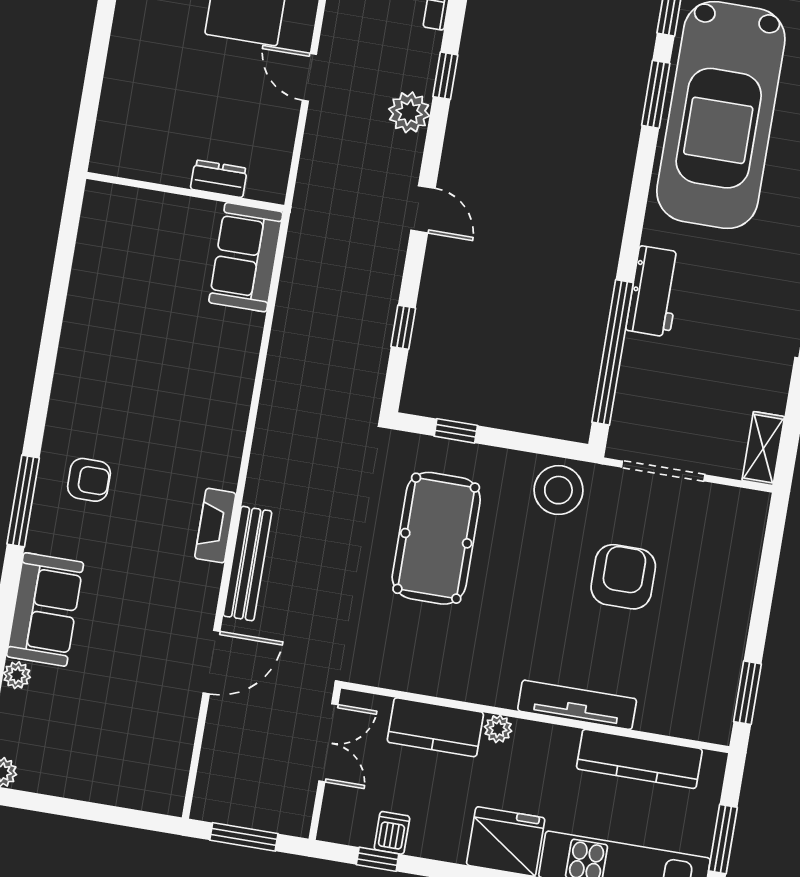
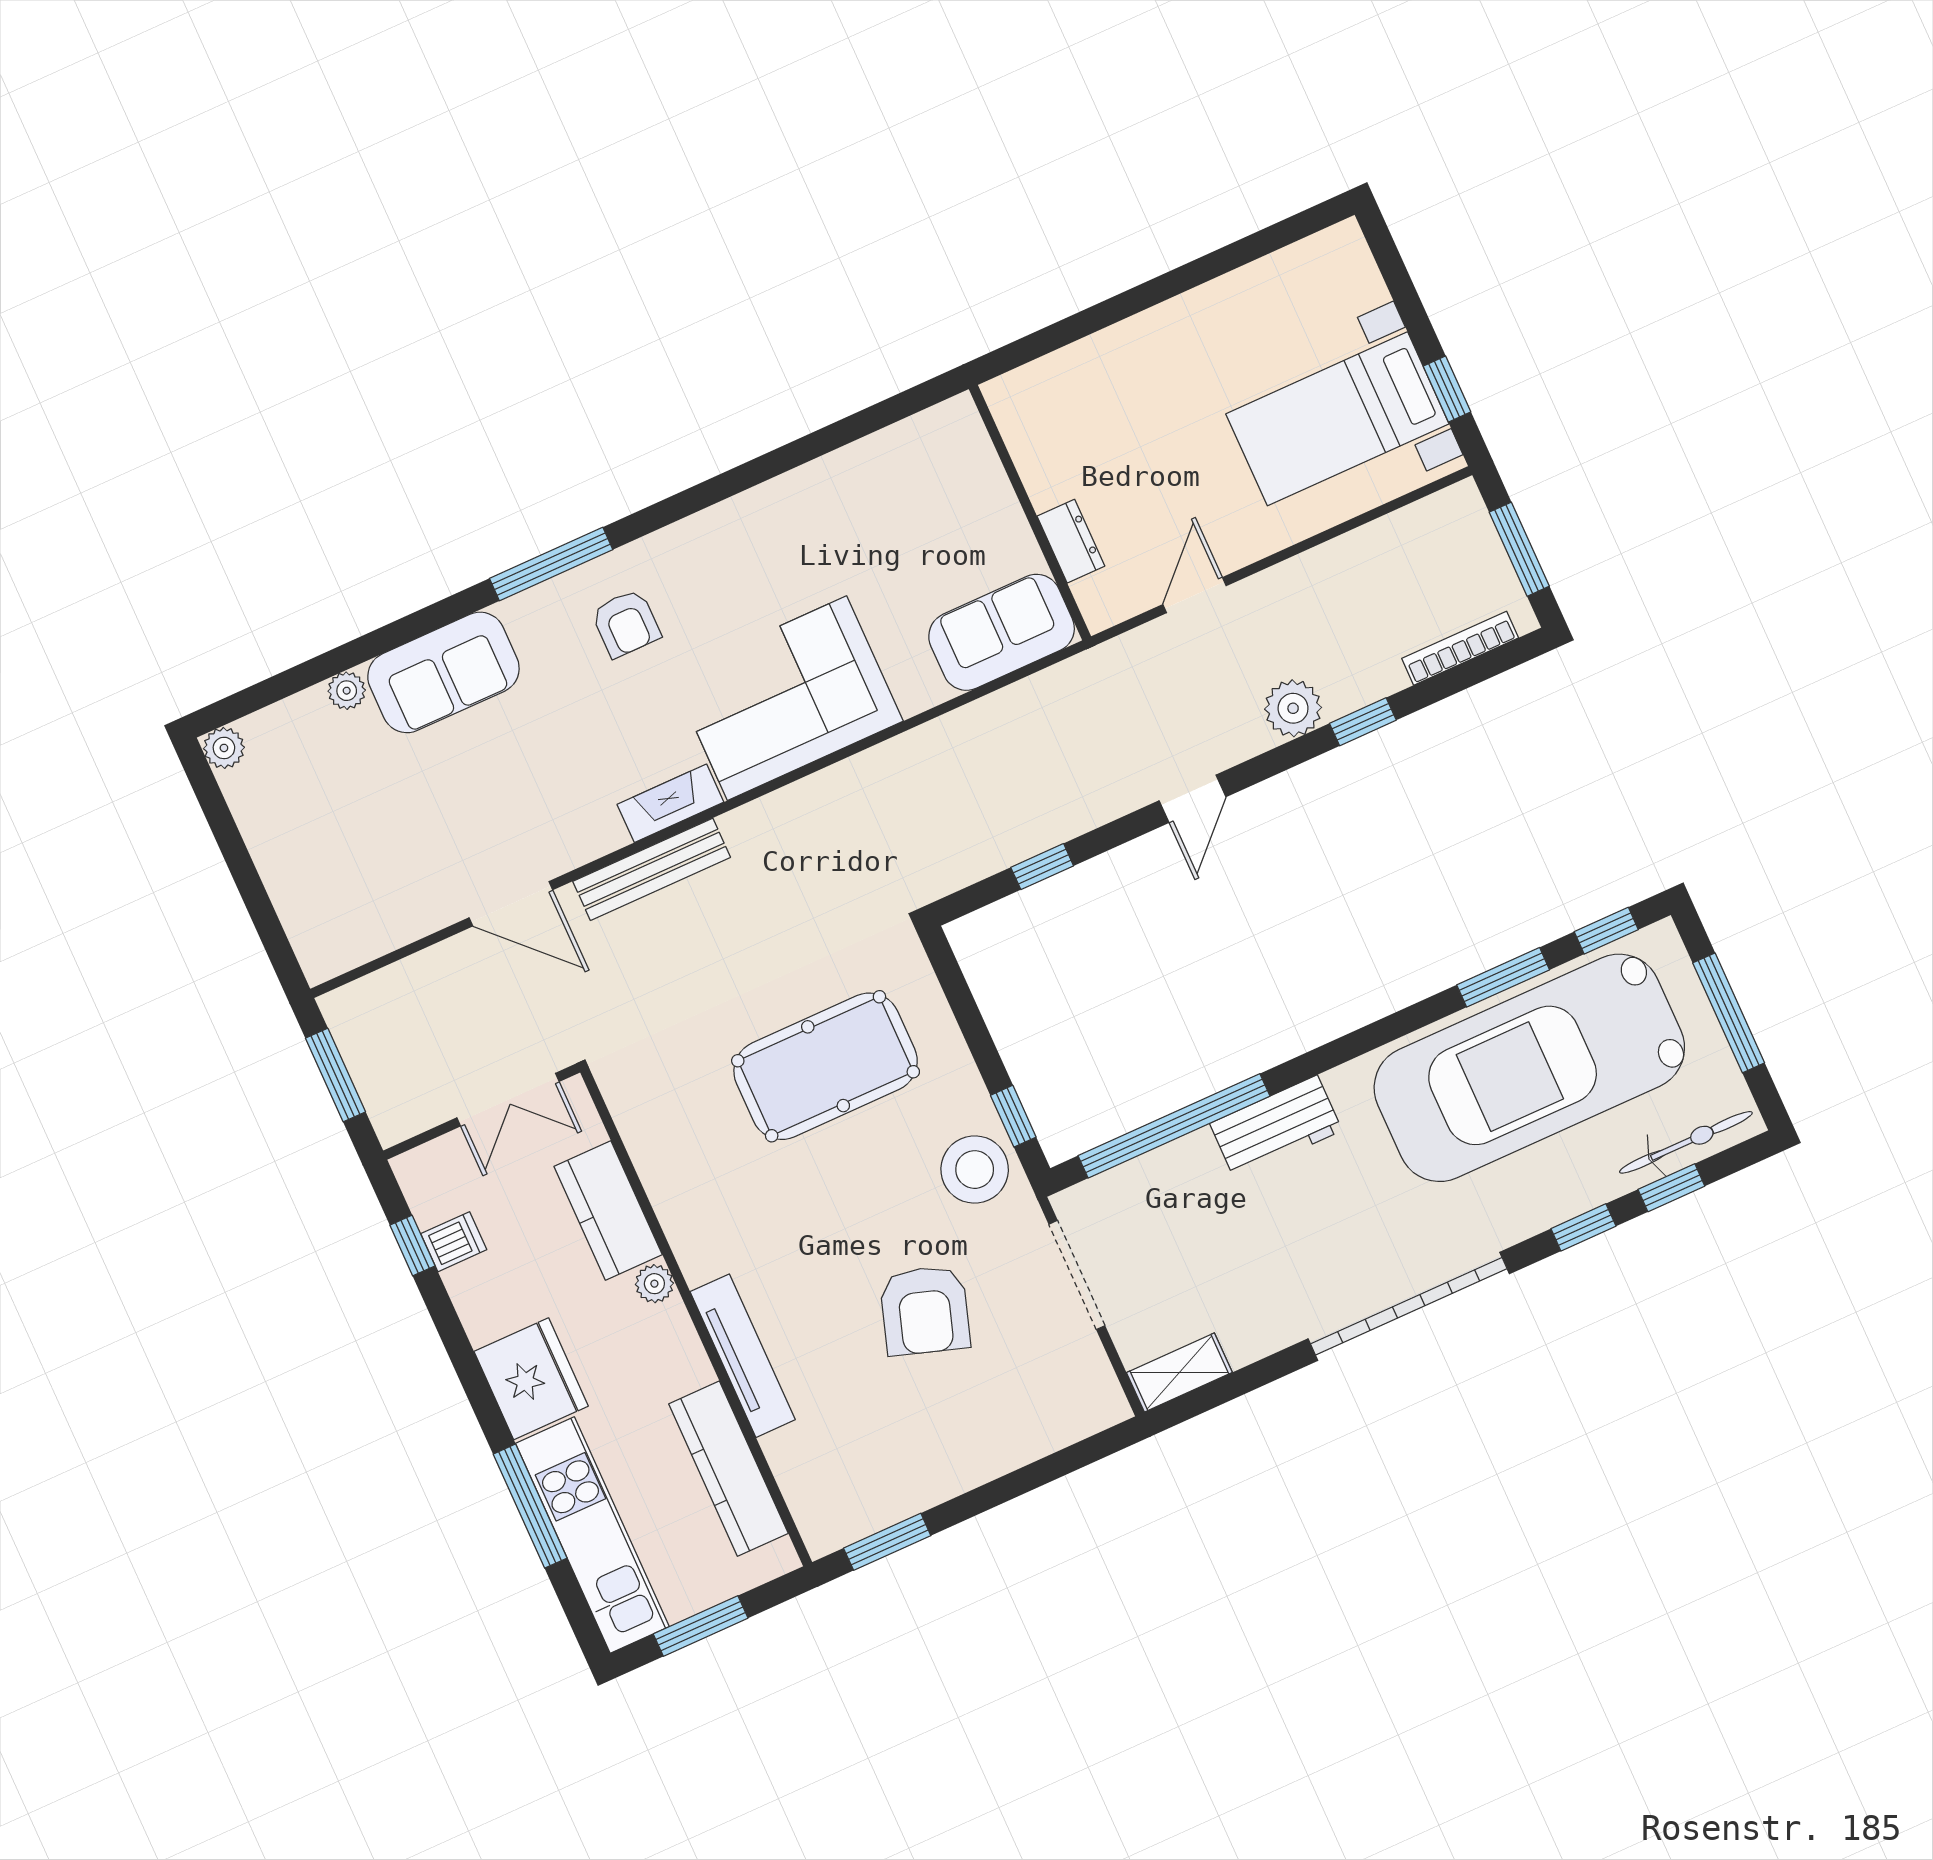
door: (309, 77) -> (1195, 595), moved
corner sofa: (199, 413) -> (787, 698), added
window: (456, 431) -> (1013, 1116), moved
armchair: (623, 577) -> (925, 1310), turned 108

